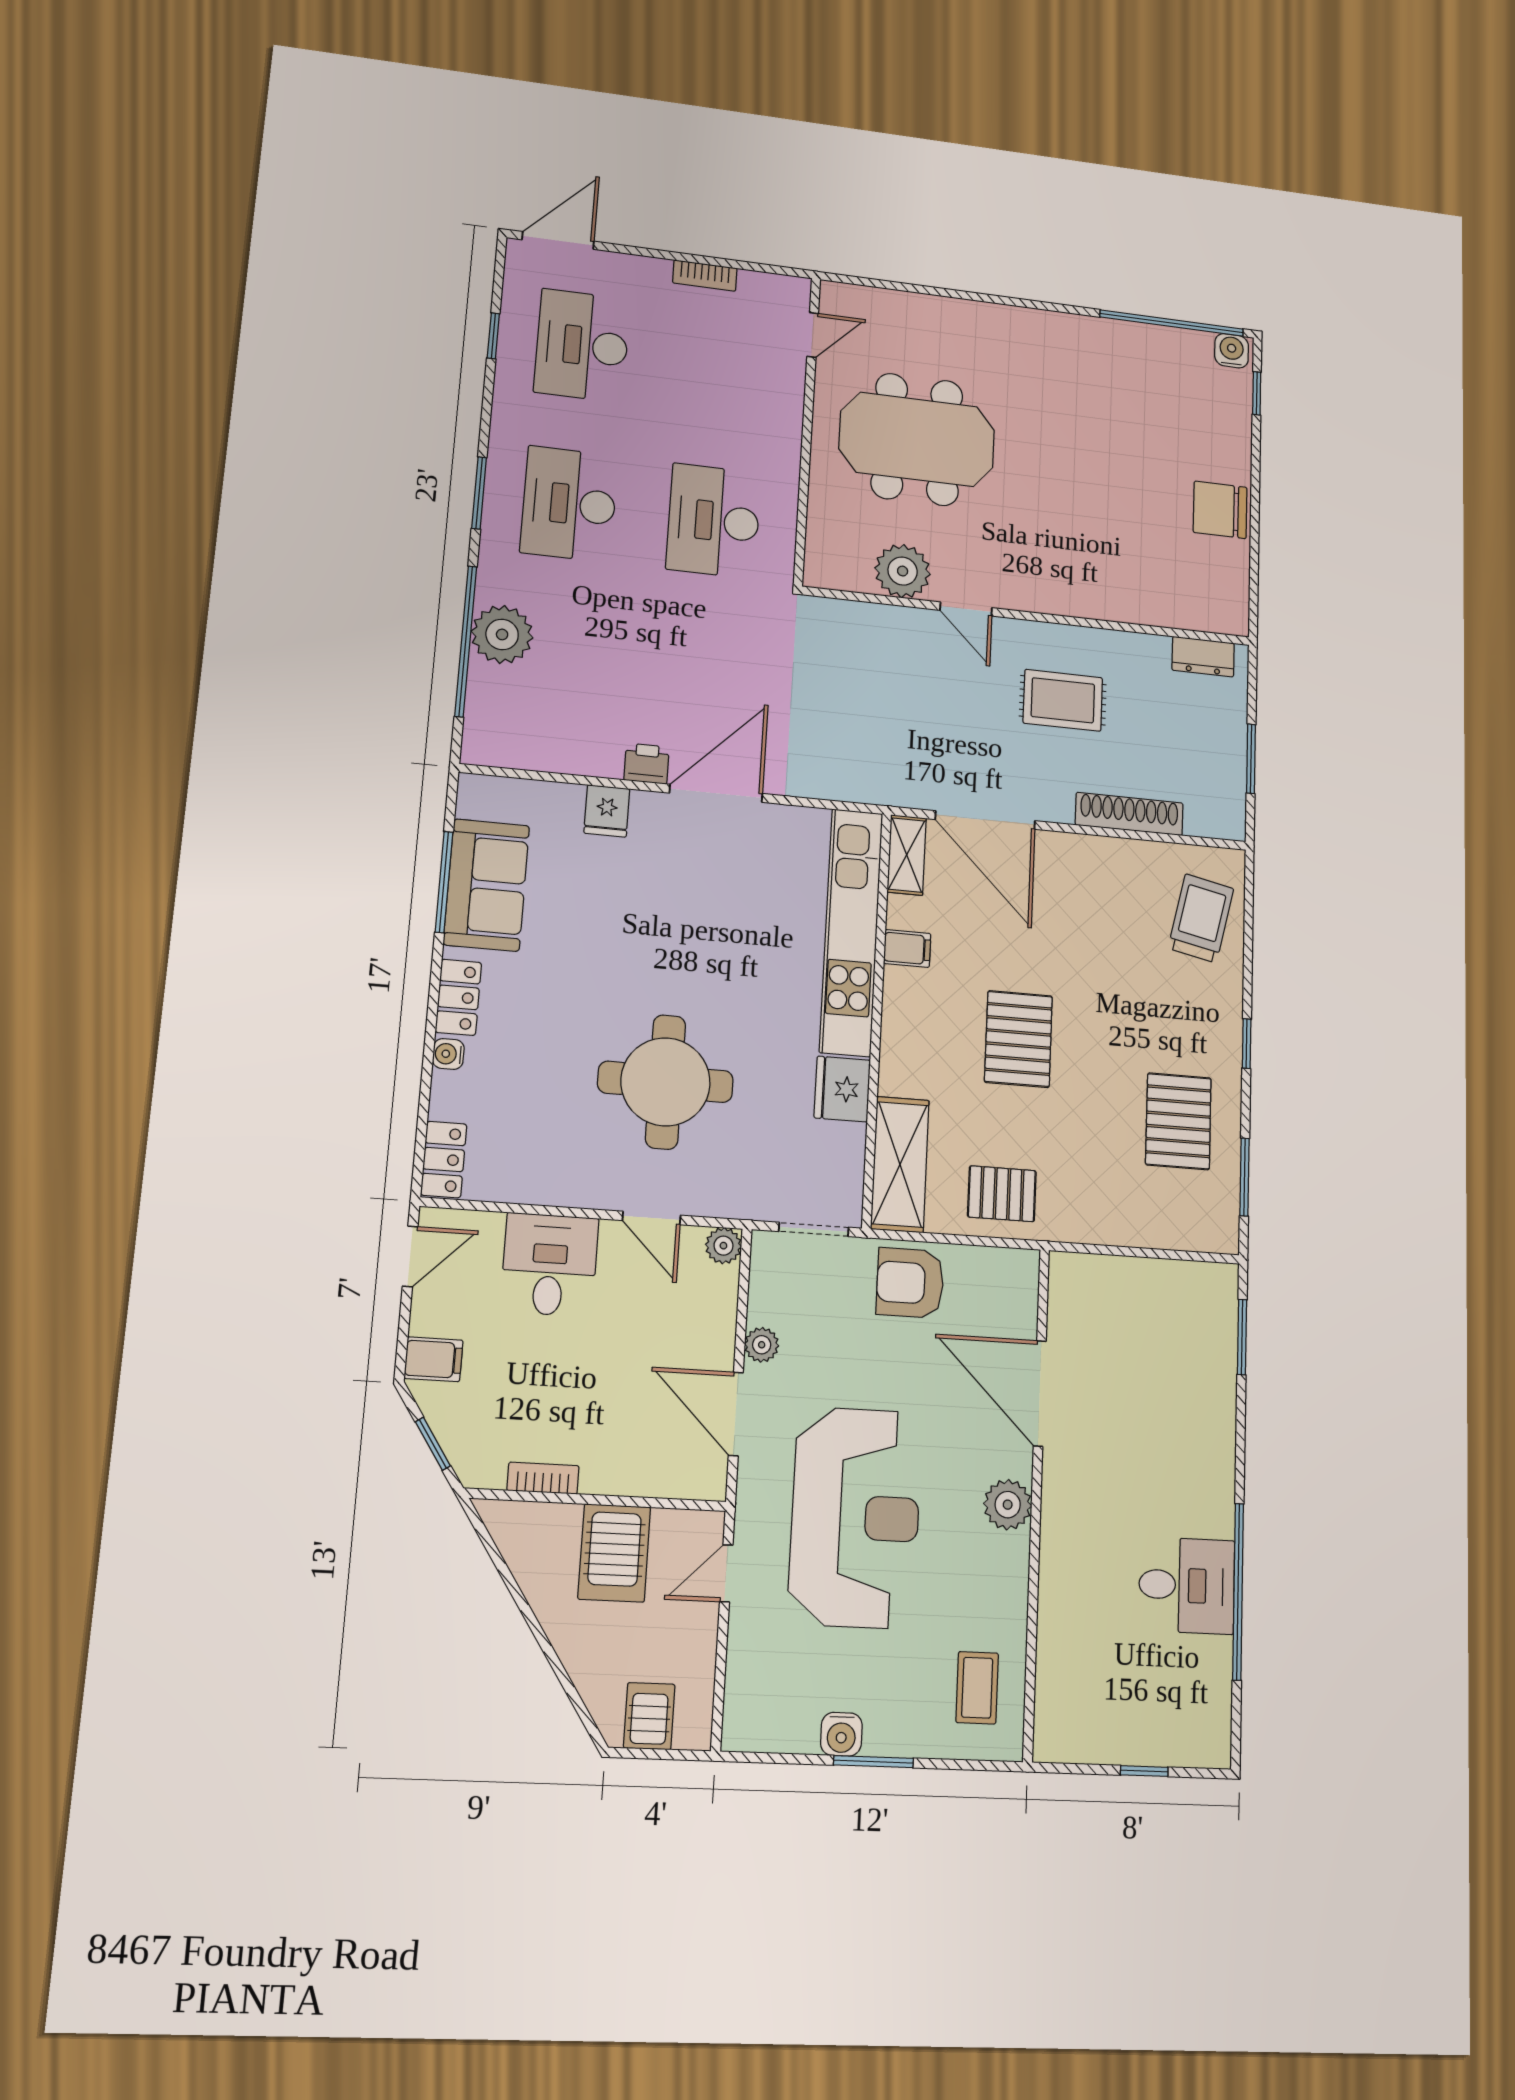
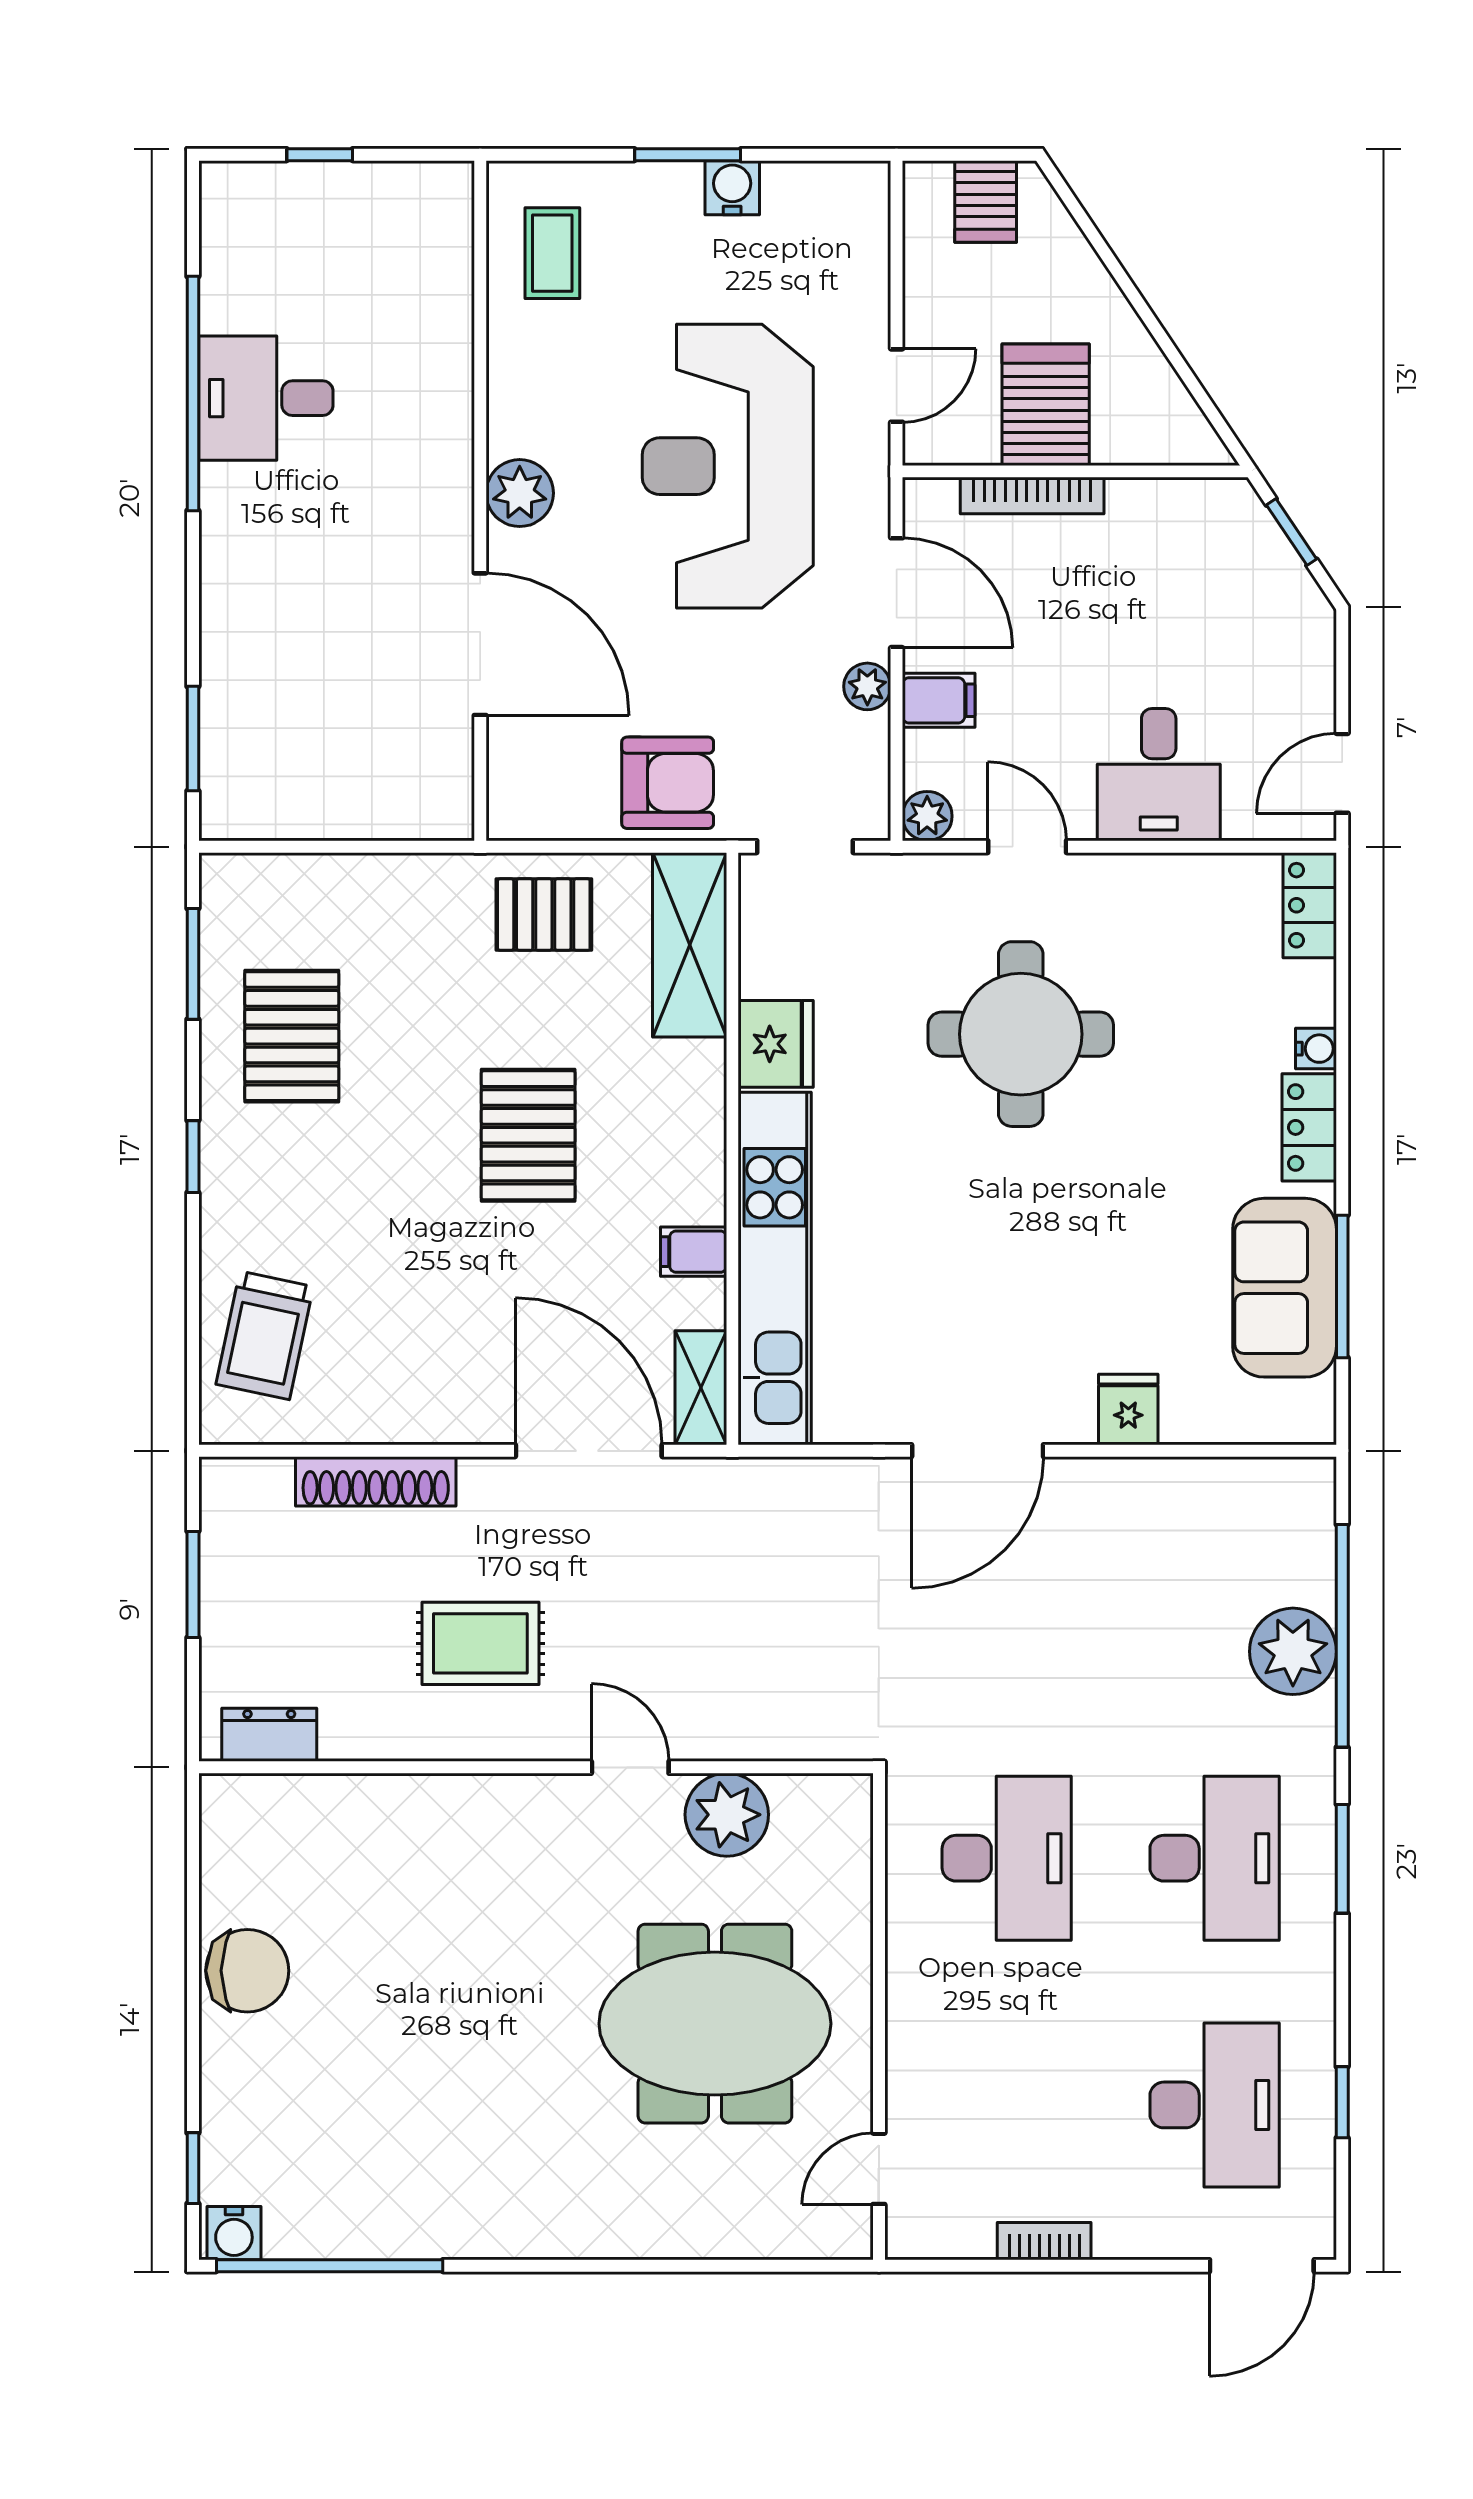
printer: (647, 764) -> (1078, 1484), removed
filing cabinet: (433, 1359) -> (939, 700), moved, turned 180
bookcase: (543, 1478) -> (1032, 496), moved, width x1.56

